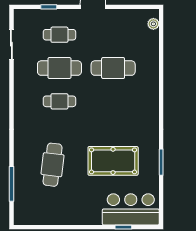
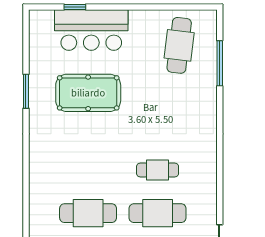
cafe table: (53, 165) -> (179, 45), moved
bar counter: (131, 209) -> (91, 30), moved

